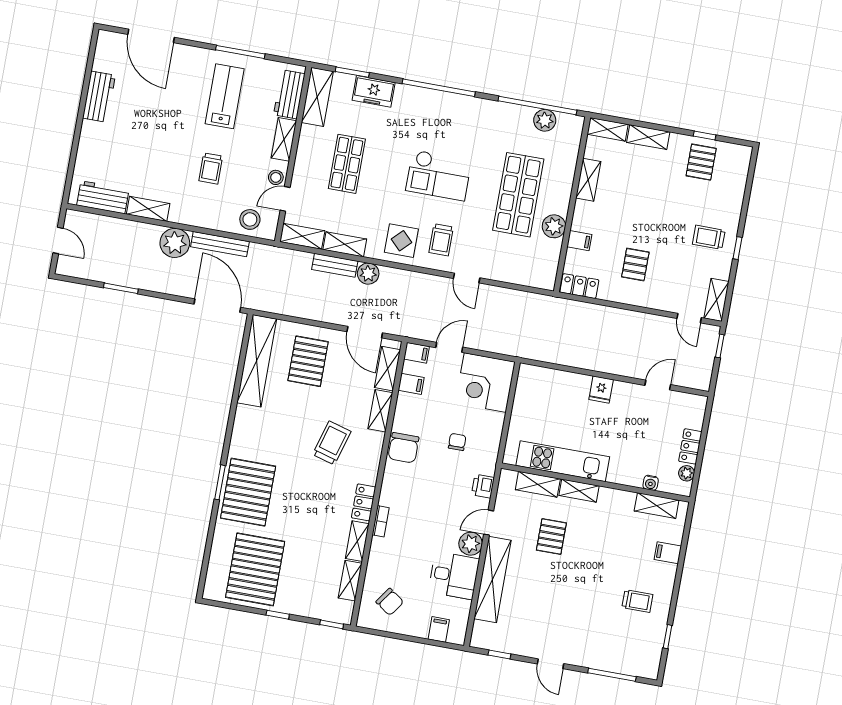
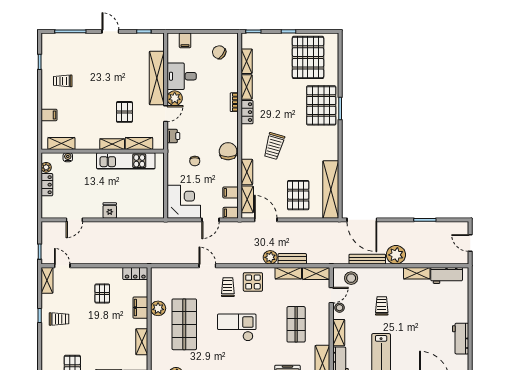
filing cabinet: (579, 241) -> (140, 308), width x2.00

